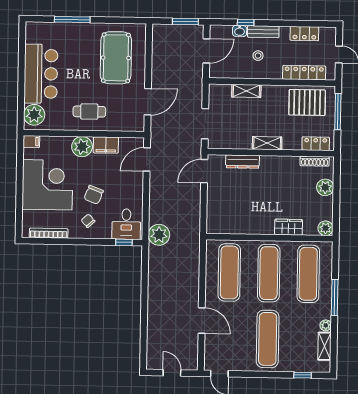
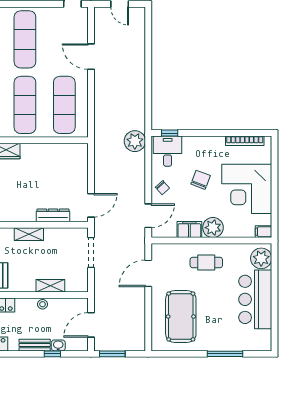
stool: (258, 56) -> (43, 304), moved
chair: (88, 221) -> (162, 188), moved

